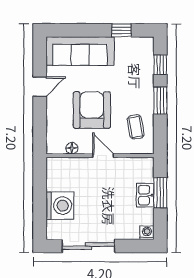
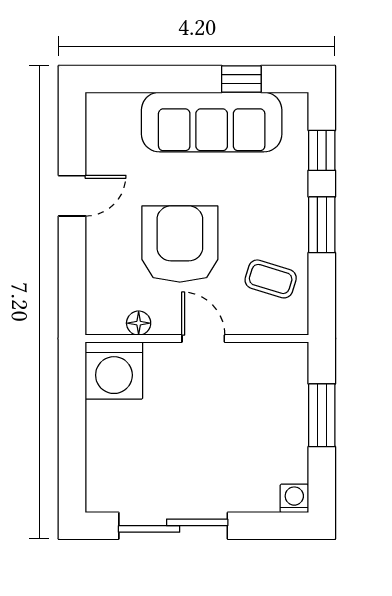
sofa: (80, 51) -> (212, 122), moved
coffee table: (136, 127) -> (271, 279), turned -63
kitchen sink: (145, 195) -> (291, 420), removed
washing machine: (60, 206) -> (114, 371), moved, turned 90

